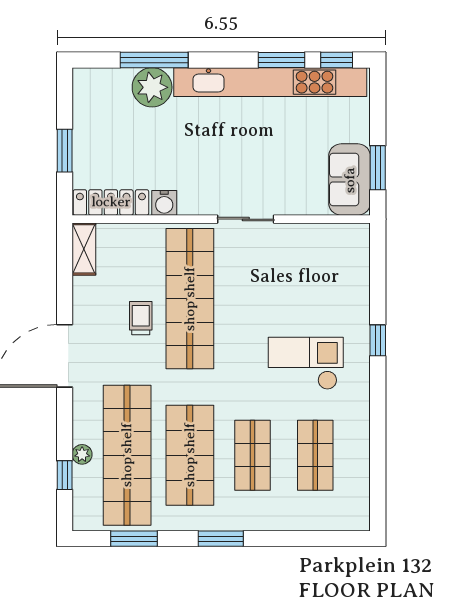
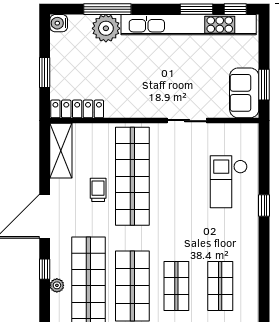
water cooler: (164, 203) -> (59, 23), moved, turned 90
sliding door: (246, 219) -> (187, 121), moved
shelving: (84, 249) -> (61, 151), width x1.50, depth x1.33
checkout: (306, 363) -> (229, 182), moved, turned -90
window: (65, 475) -> (45, 269), moved

